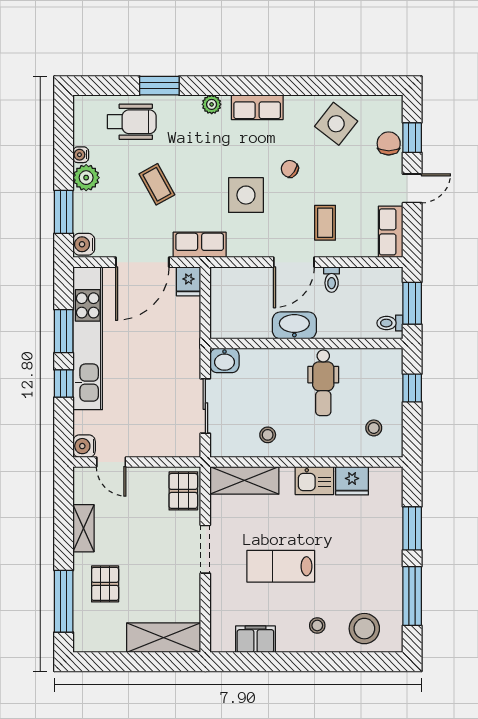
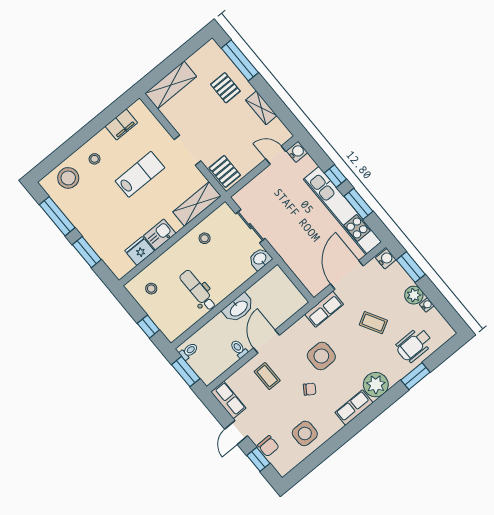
plant: (212, 104) -> (376, 385), width x1.87, depth x1.87
side table: (336, 124) -> (305, 433), turned -38
fridge: (189, 281) -> (314, 285), removed

